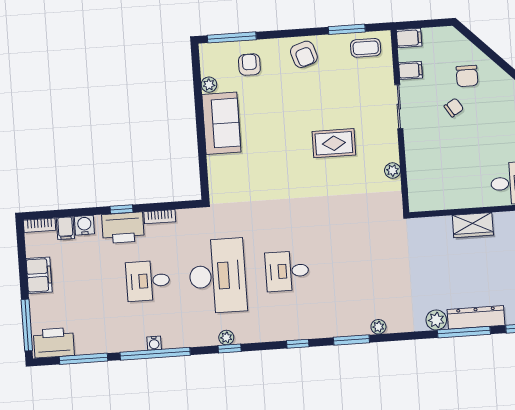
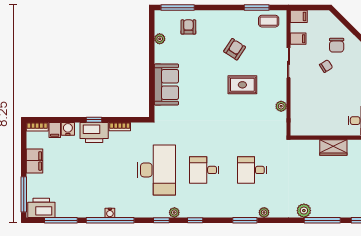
armchair: (304, 54) -> (235, 49), moved, turned -129
sofa: (221, 123) -> (166, 85), moved
desk: (148, 281) -> (252, 170), moved
dresser: (476, 317) -> (331, 211), removed
plant: (226, 337) -> (174, 212), moved
window: (298, 344) -> (195, 220), moved

